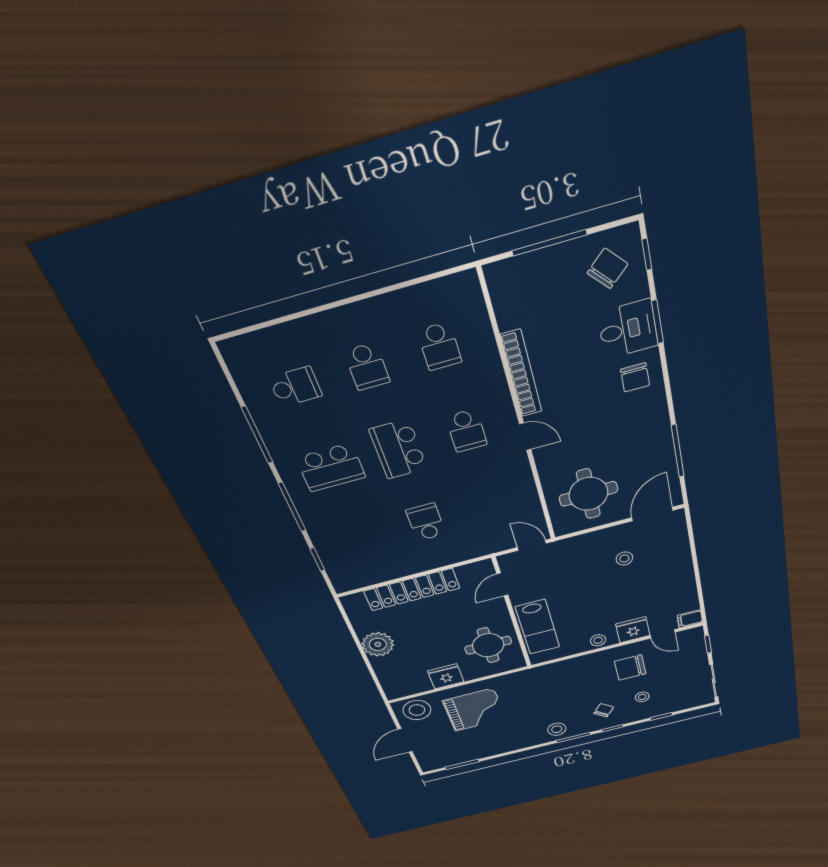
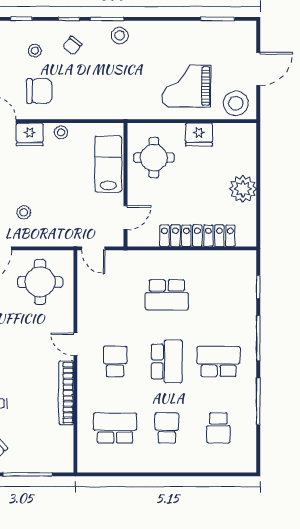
school desk: (439, 346) -> (115, 428), width x1.85
school desk: (295, 387) -> (218, 428), turned -90
school desk: (426, 522) -> (167, 295), width x1.85

